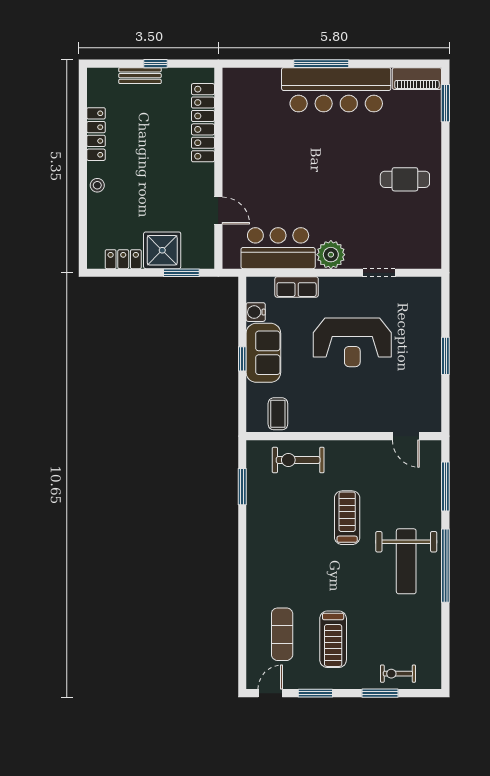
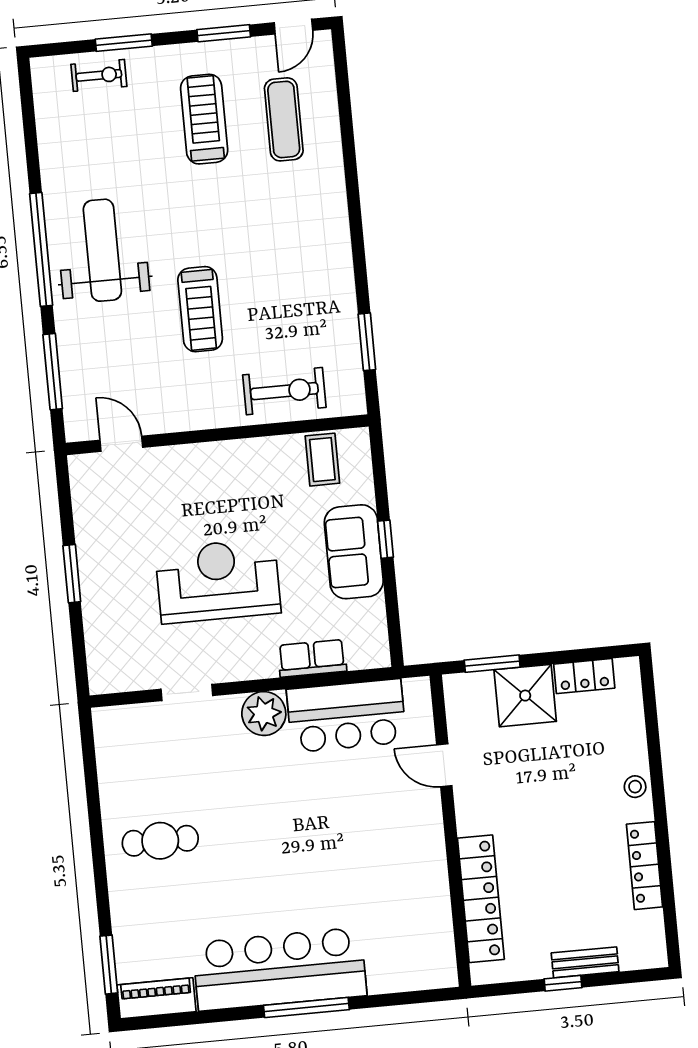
water cooler: (256, 312) -> (372, 614), removed

